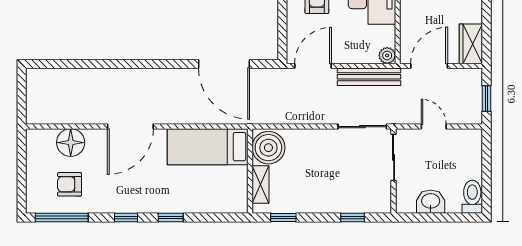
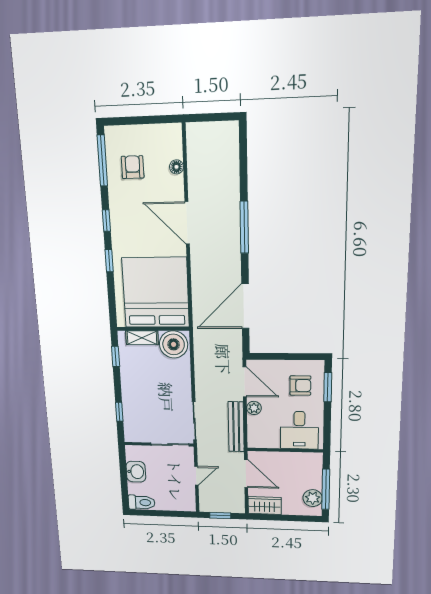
plant: (387, 55) -> (254, 408), moved
window: (136, 64) -> (244, 227), added
floor lamp: (71, 143) -> (176, 167), width x0.53, depth x0.53
bed: (208, 147) -> (156, 293), width x2.04

